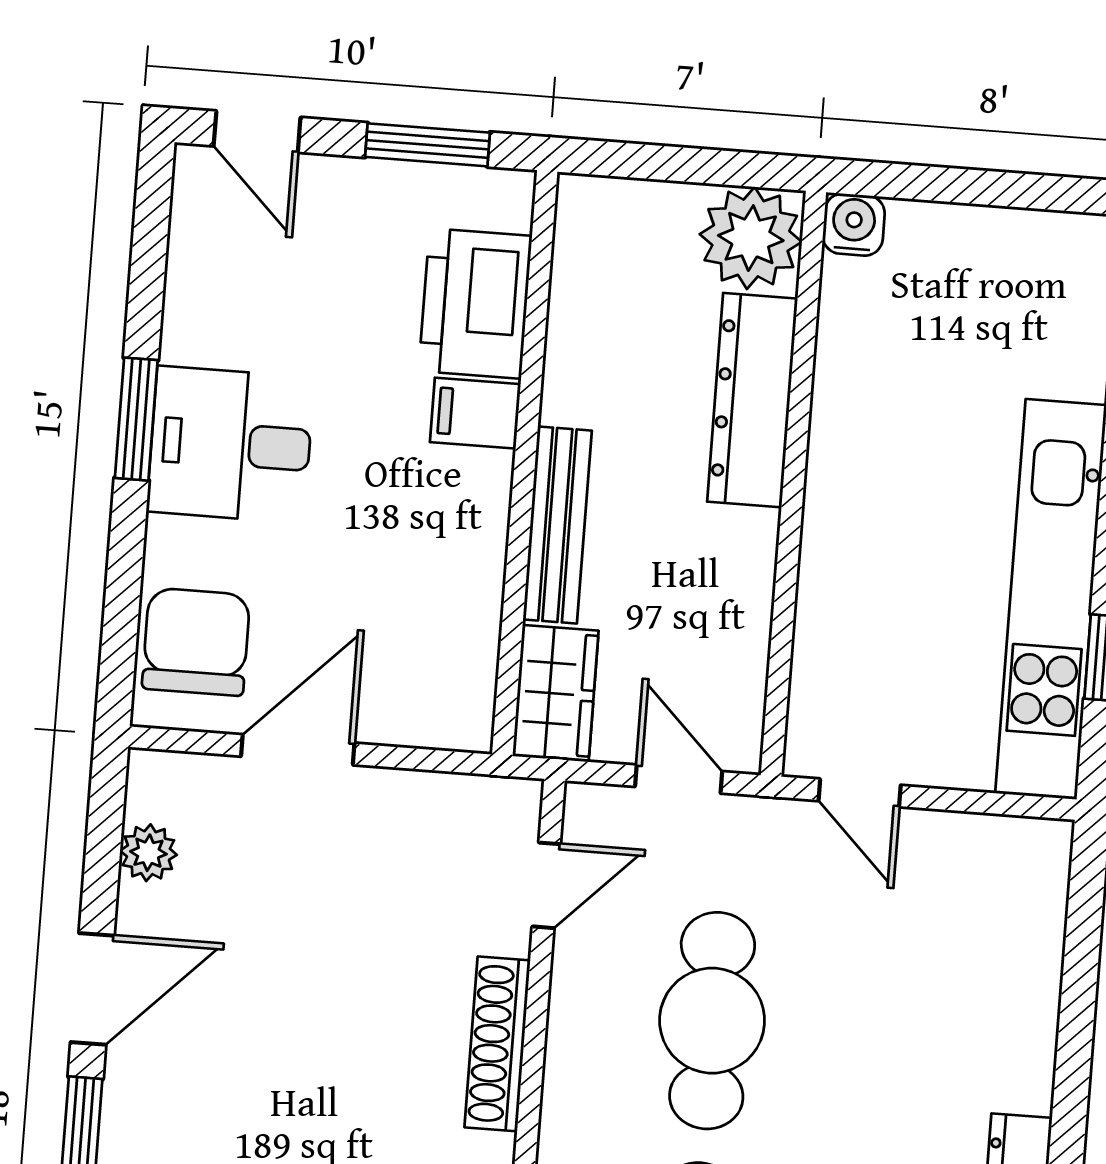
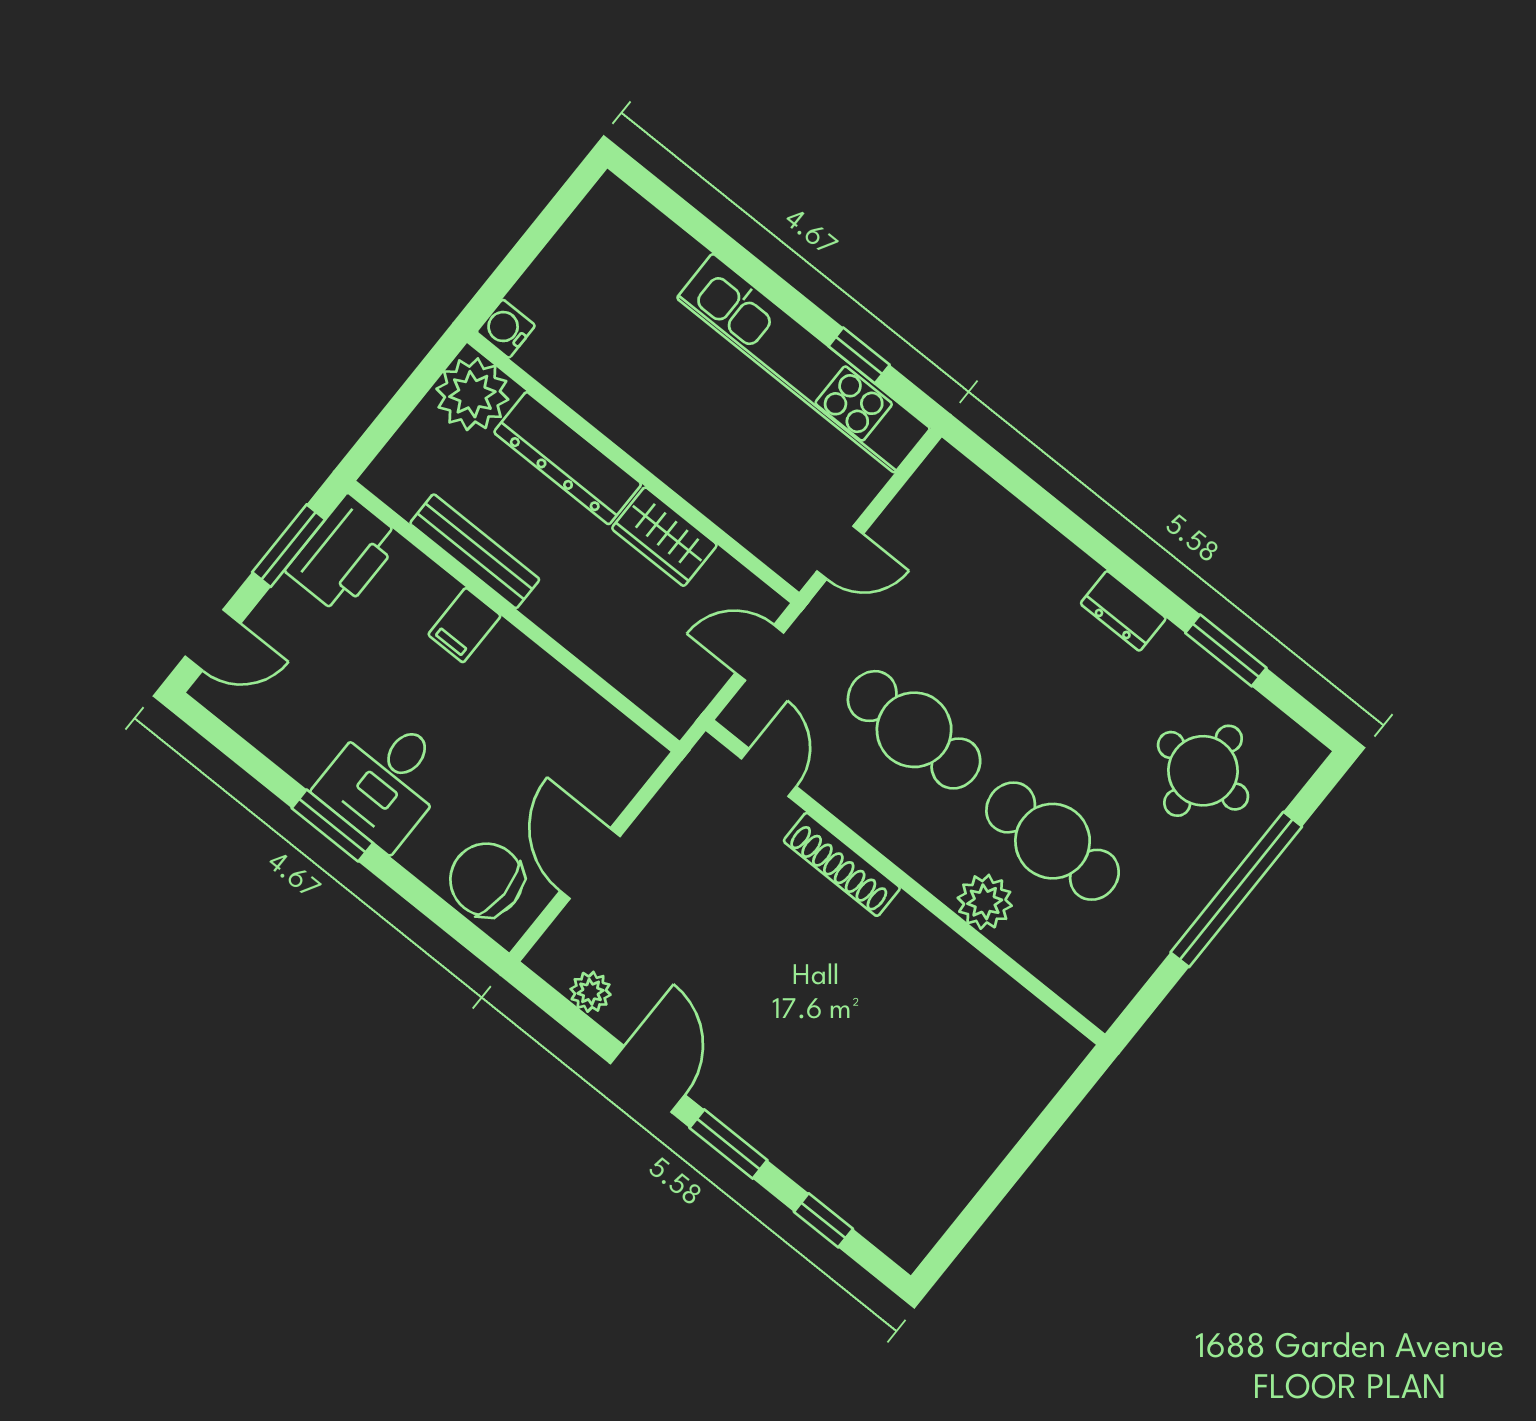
printer: (475, 303) -> (344, 554), moved, turned -90
bench: (557, 525) -> (475, 551), moved
wardrobe: (555, 693) -> (664, 537), moved, turned 180

